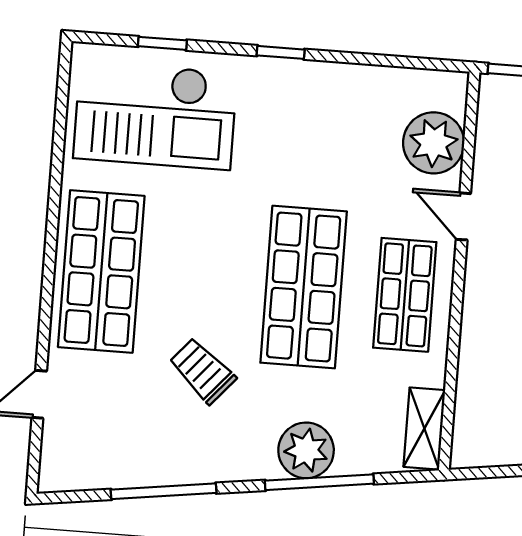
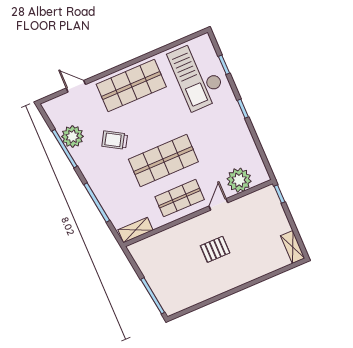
trolley: (202, 371) -> (115, 140), turned -100
plant: (306, 450) -> (72, 136), moved

